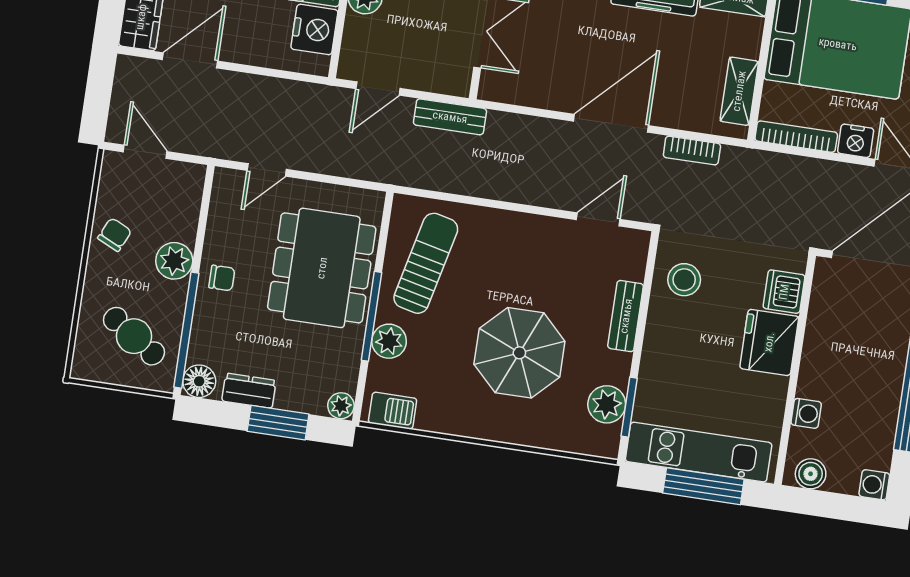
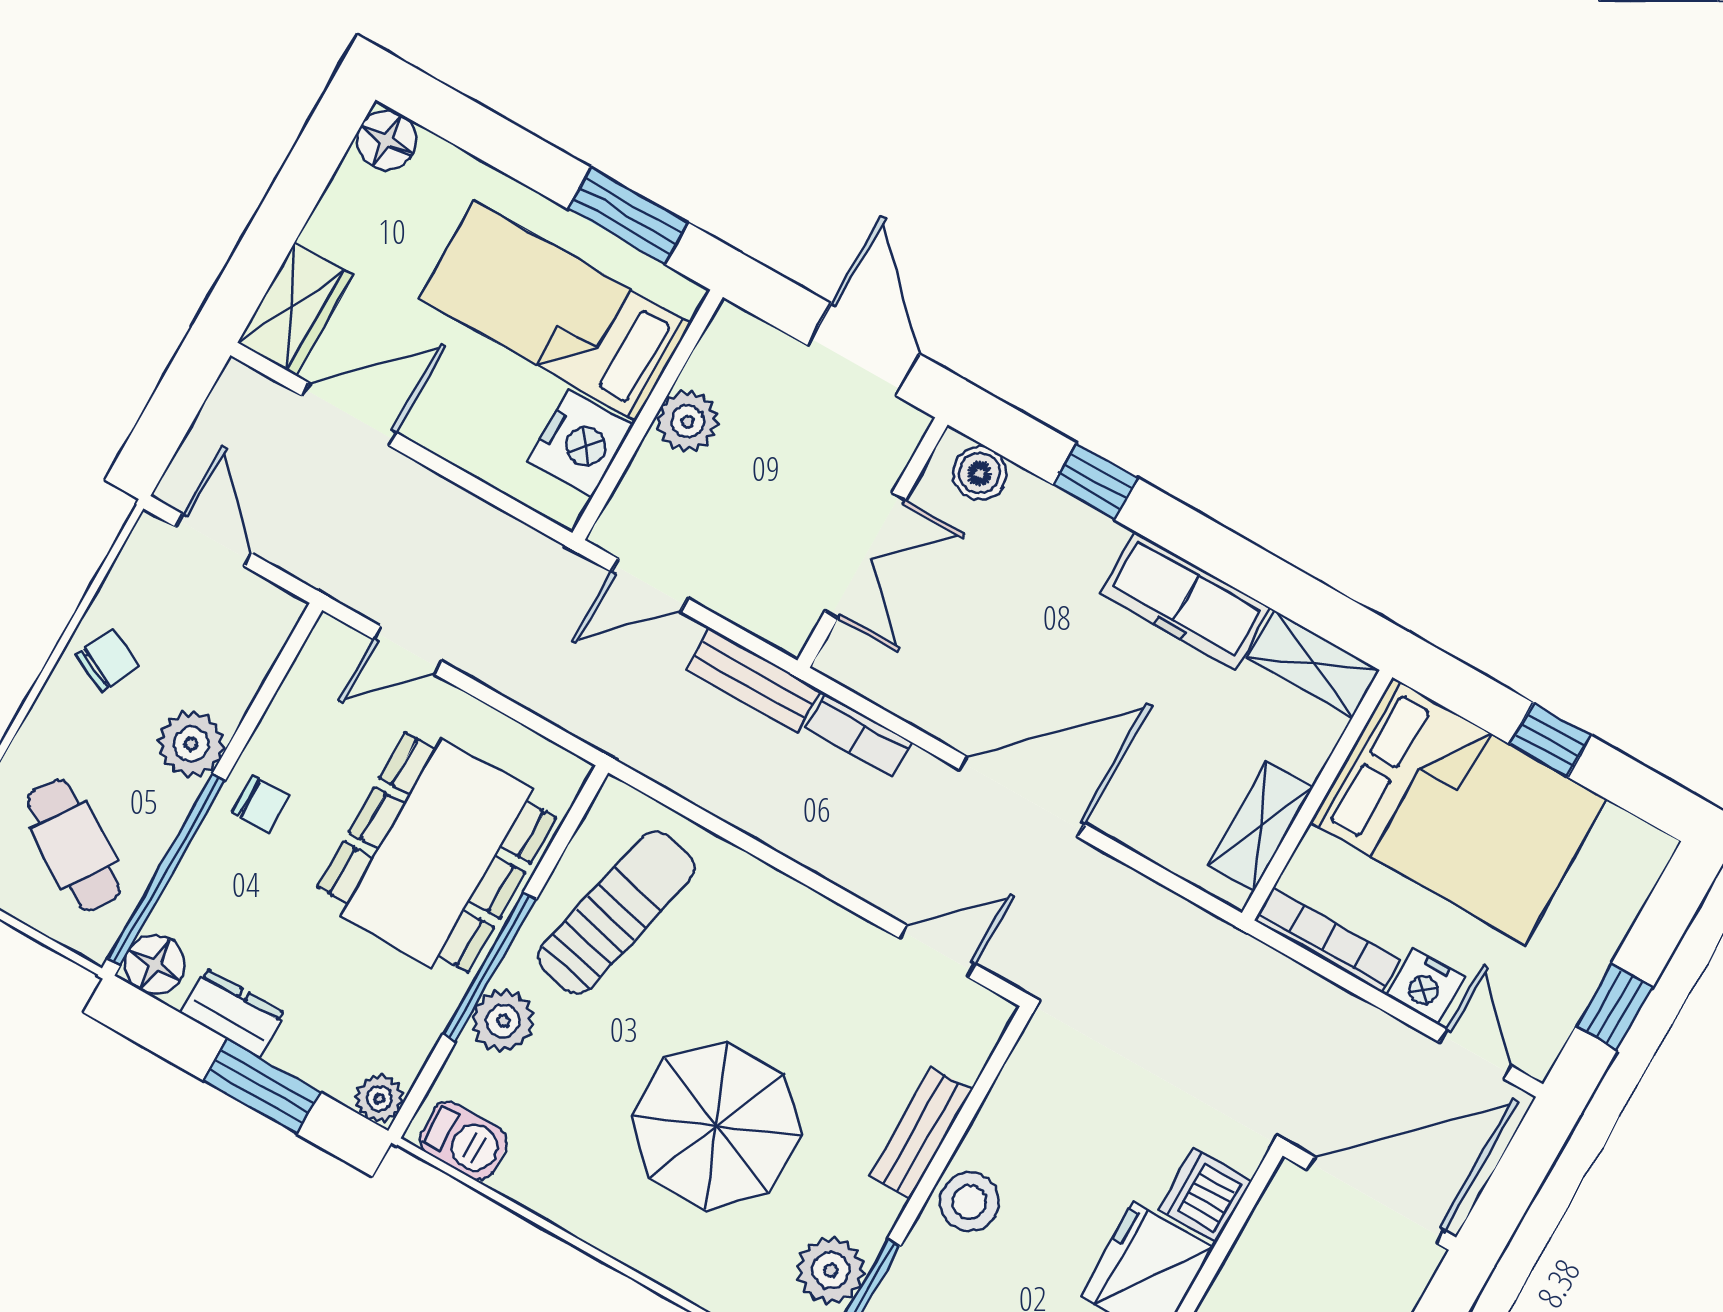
bookcase: (692, 150) -> (859, 735), moved
stool: (684, 280) -> (970, 1202), moved

